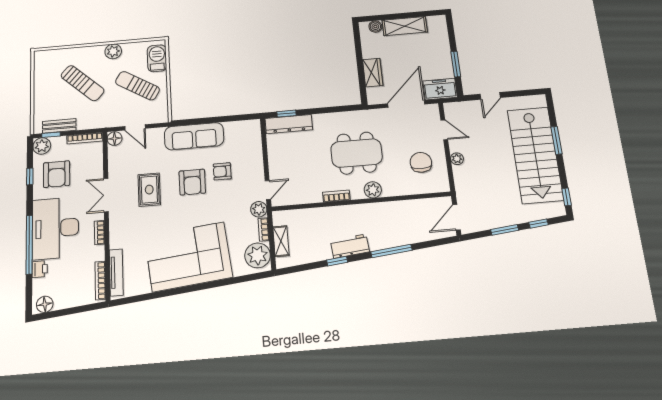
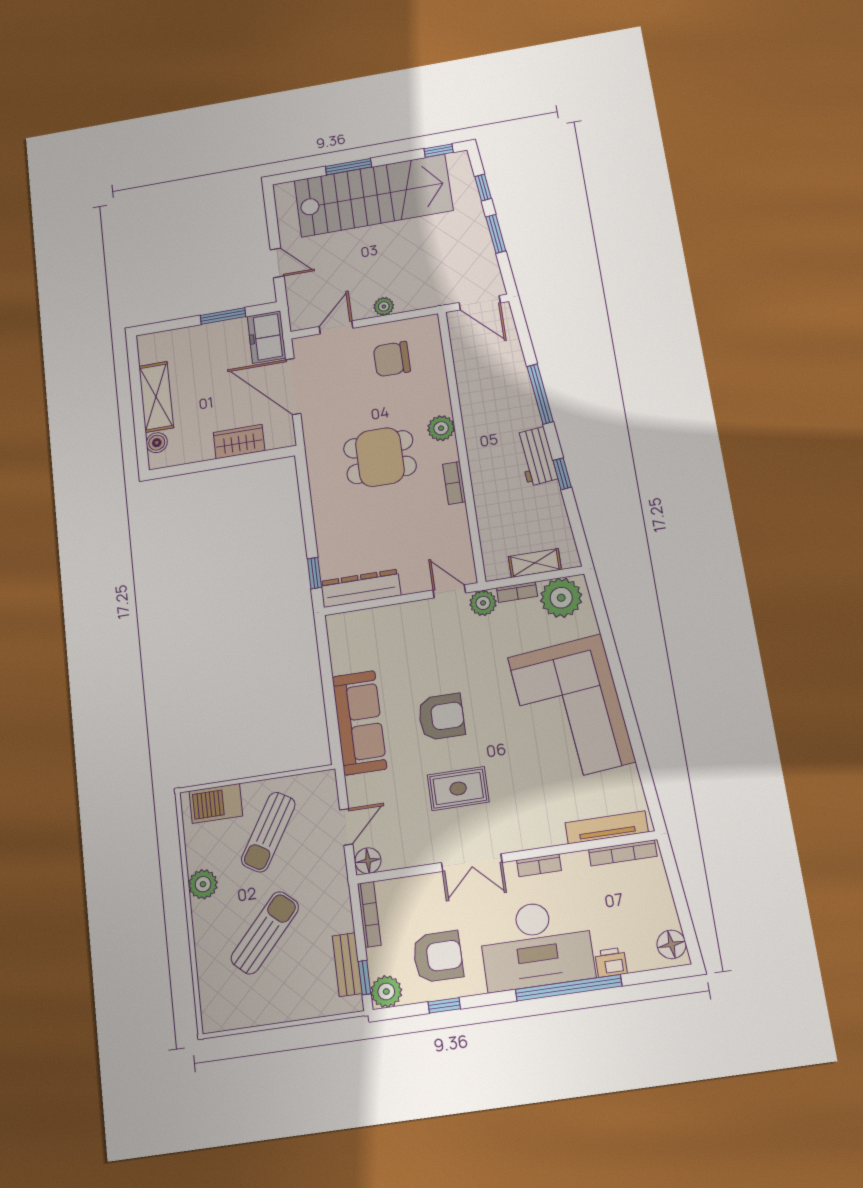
dresser: (289, 124) -> (361, 588), moved, turned -90
dining table: (357, 153) -> (380, 457), width x0.73
armchair: (222, 171) -> (420, 669), removed

